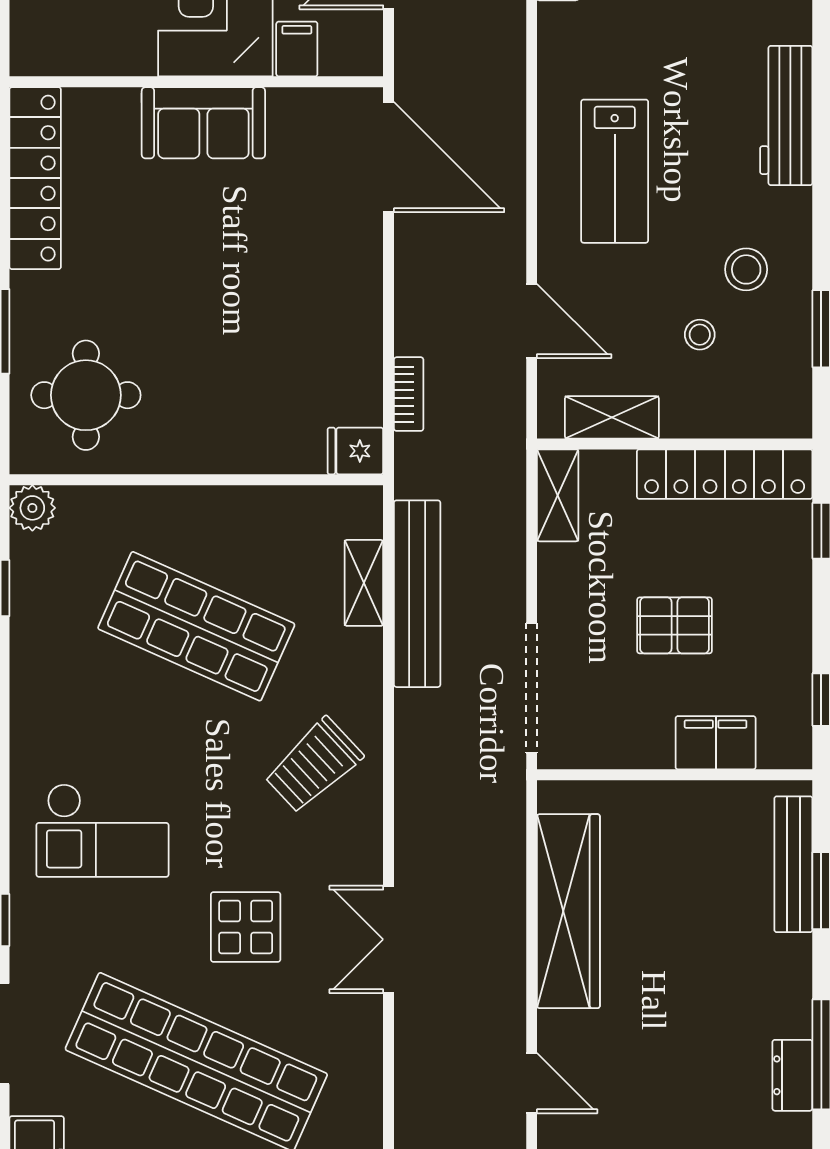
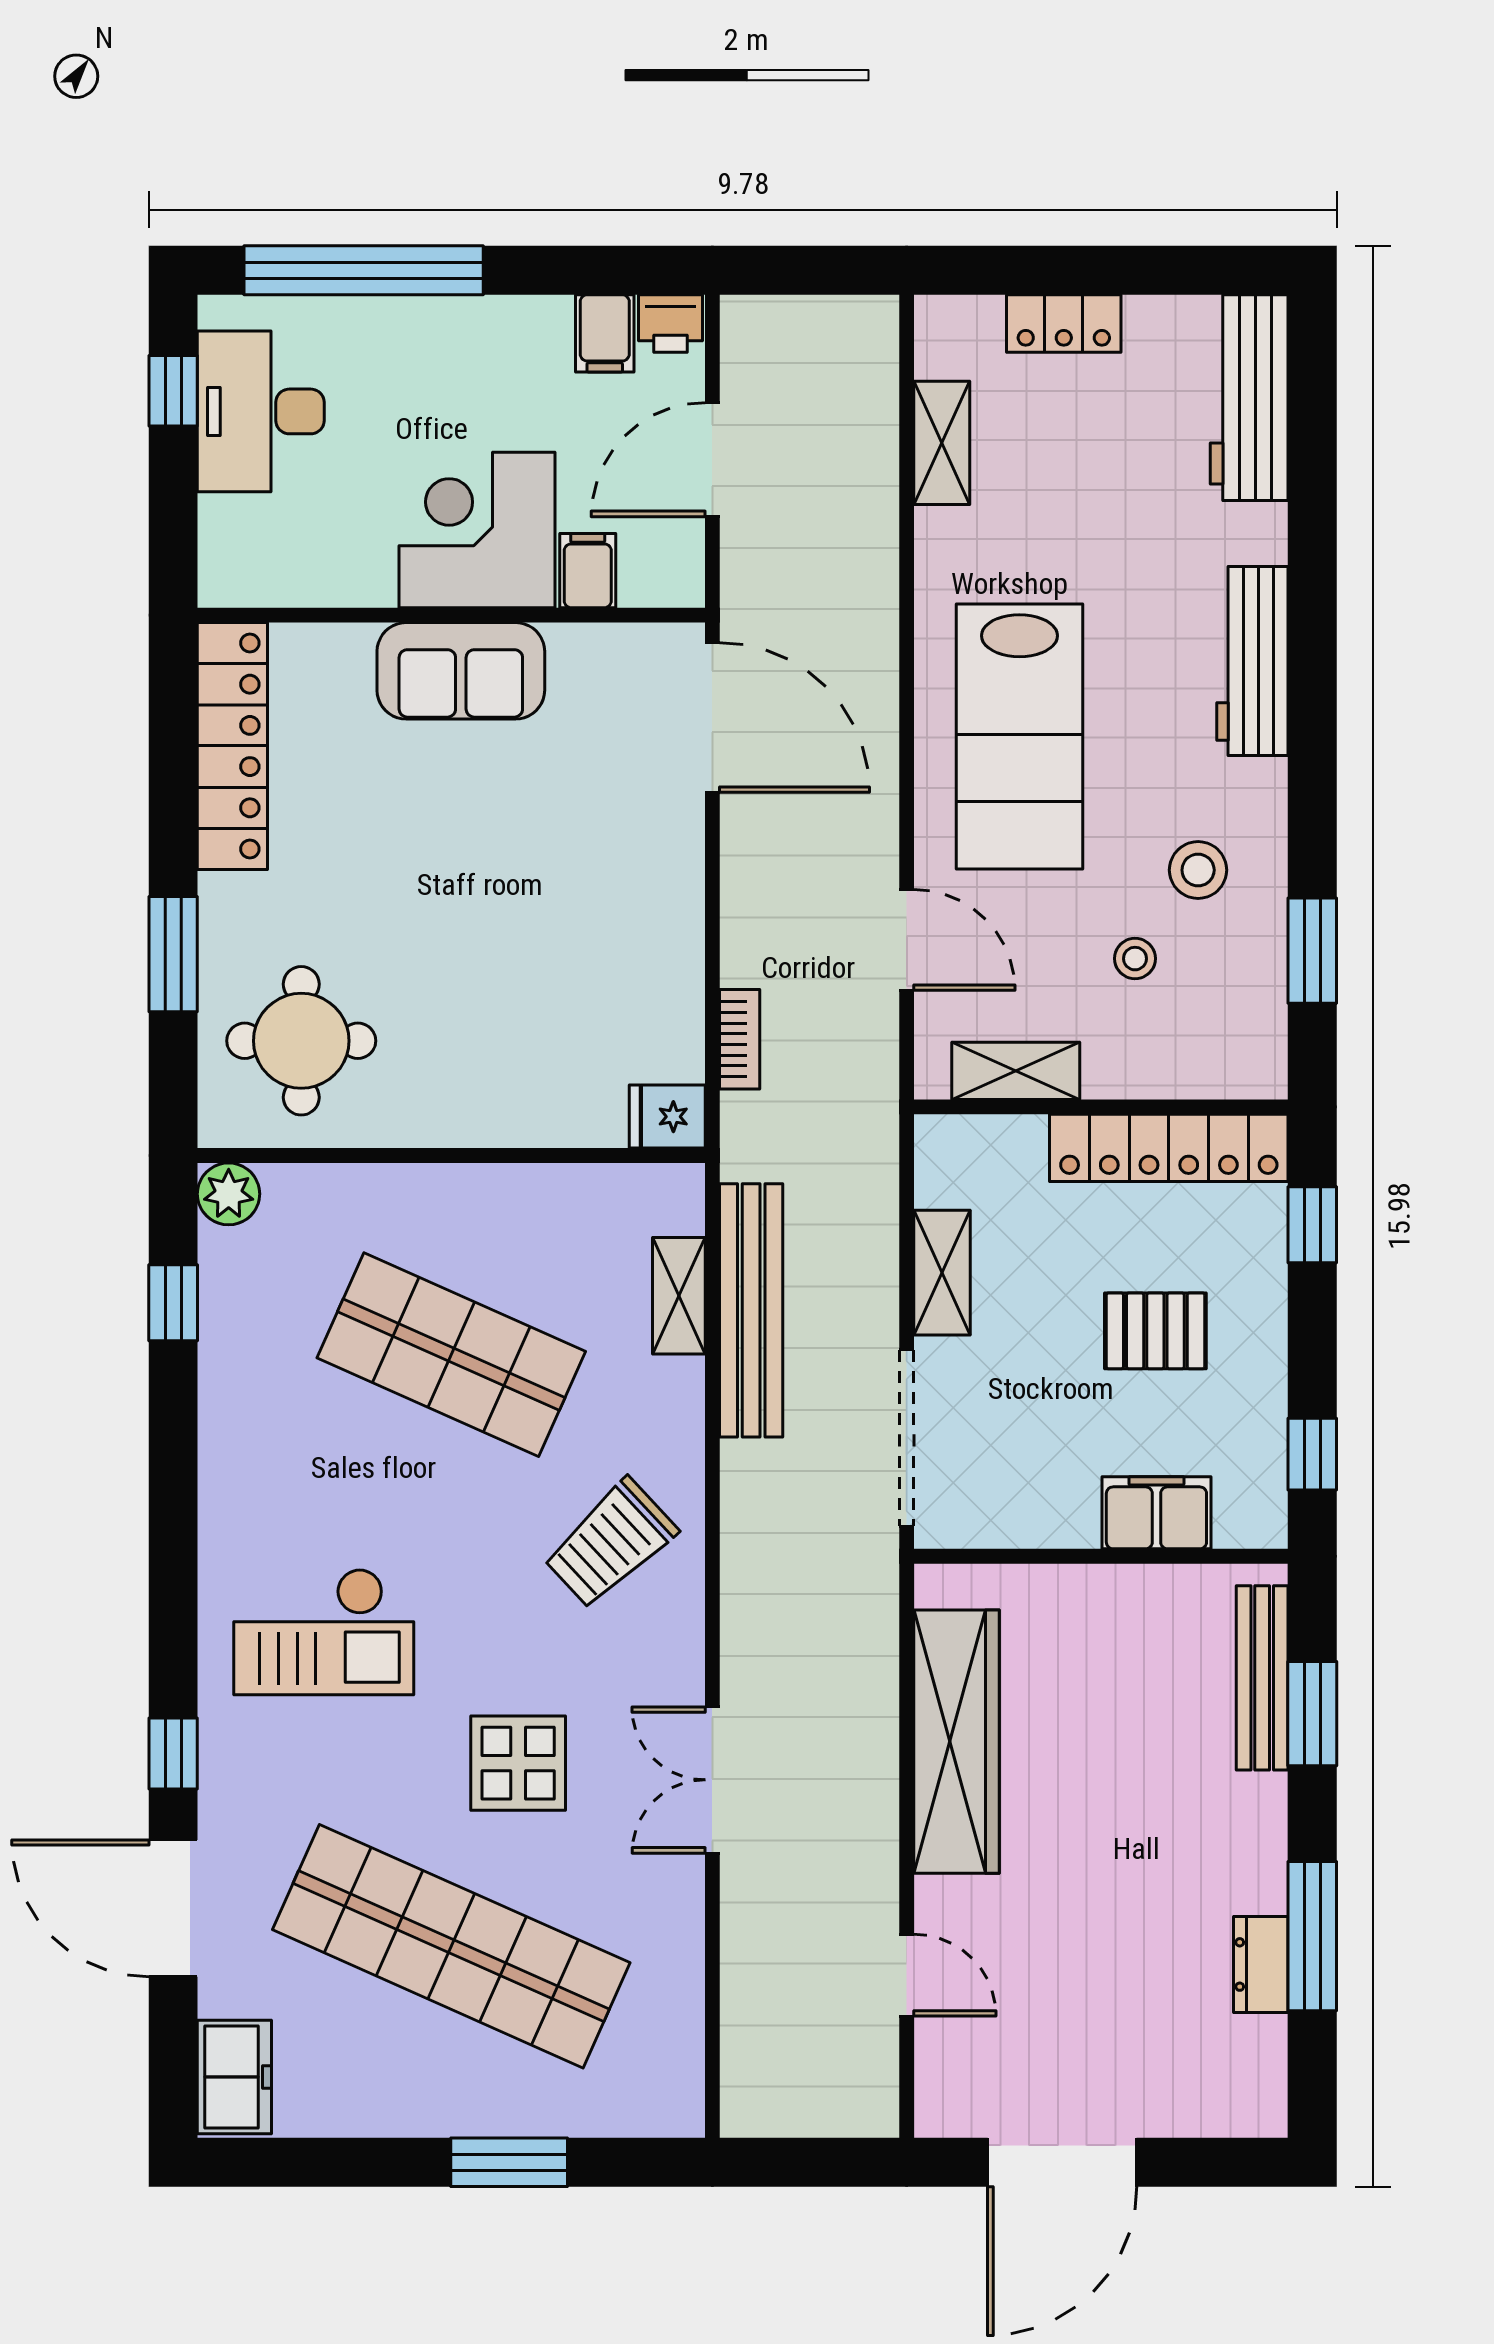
lab bench: (615, 171) -> (1019, 737), width x1.36, depth x1.39
shelving: (558, 495) -> (942, 1273), moved
pallet: (675, 625) -> (1155, 1331), moved

